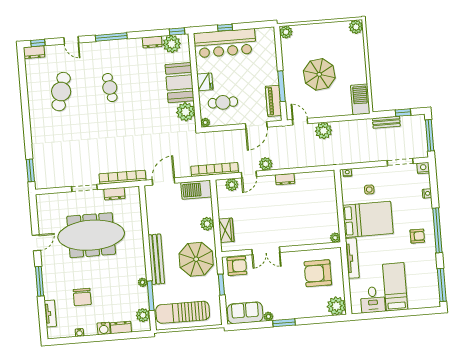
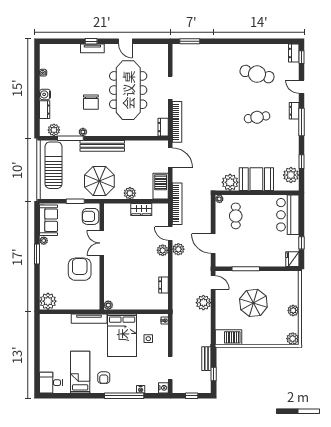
window: (225, 28) -> (301, 243), moved
window: (177, 32) -> (301, 162), moved
plant: (286, 32) -> (293, 310), moved
door: (71, 40) -> (301, 87), hinge flipped
dresser: (152, 42) -> (294, 111), moved
bar counter: (225, 43) -> (288, 215), width x0.73
fridge: (205, 82) -> (292, 259), moved, turned 90
piano: (273, 101) -> (233, 261), removed
door: (300, 122) -> (213, 283), hinge flipped
window: (430, 135) -> (192, 396), width x0.46
dresser: (285, 179) -> (164, 285), moved
plant: (232, 185) -> (163, 250), moved
dresser: (114, 194) -> (163, 127), moved
wardrobe: (226, 230) -> (141, 210), moved
window: (437, 230) -> (124, 396), moved
armchair: (237, 266) -> (91, 216), turned 90
armchair: (318, 273) -> (80, 269), moved
window: (40, 281) -> (91, 41), width x0.46
window: (442, 285) -> (59, 396), removed
bed: (395, 287) -> (80, 372), moved, turned -90
chair: (82, 297) -> (91, 102), moved, turned -90
desk: (373, 300) -> (51, 383), moved
tv unit: (50, 313) -> (92, 48), moved

